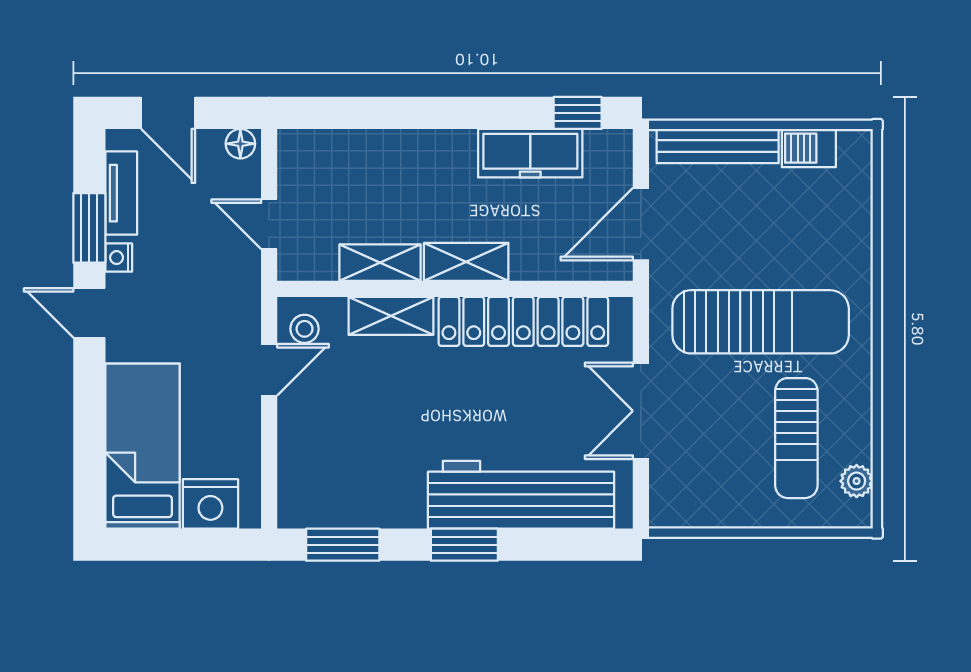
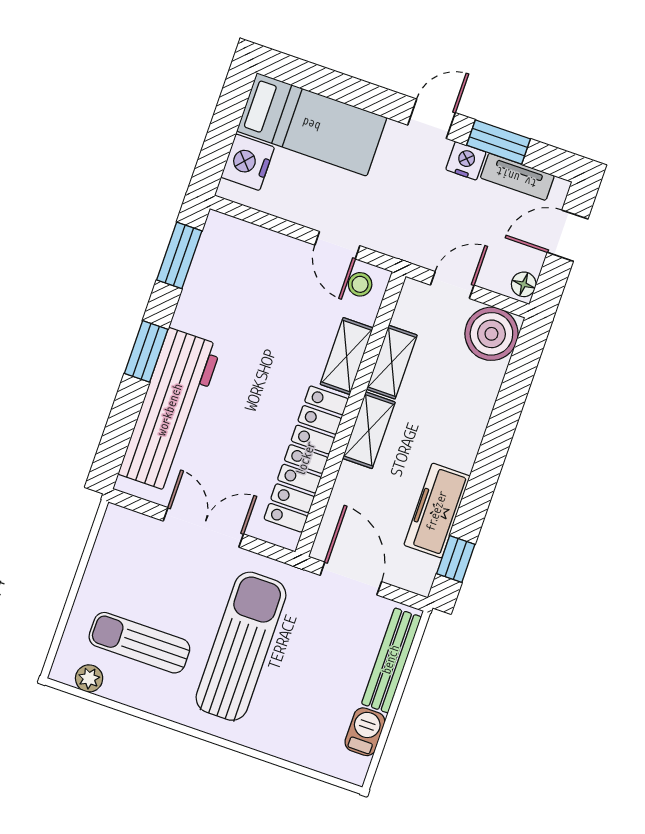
boiler: (309, 161) -> (491, 334), added
nightstand: (119, 258) -> (466, 161), width x1.39, depth x1.35
sun lounger: (761, 322) -> (241, 646), turned 180

